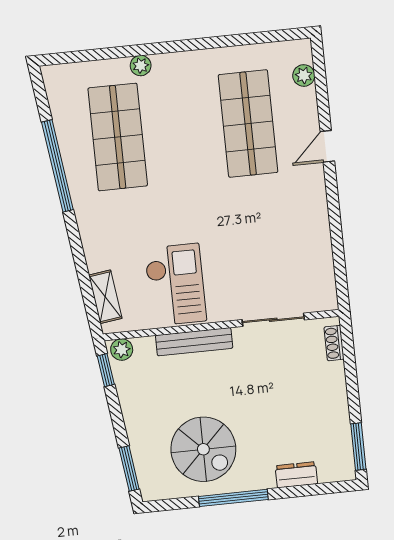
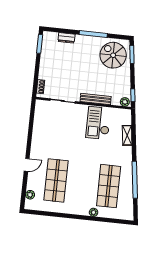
shelving: (105, 297) -> (127, 135), moved
spiral stairs: (203, 449) -> (113, 55), moved

